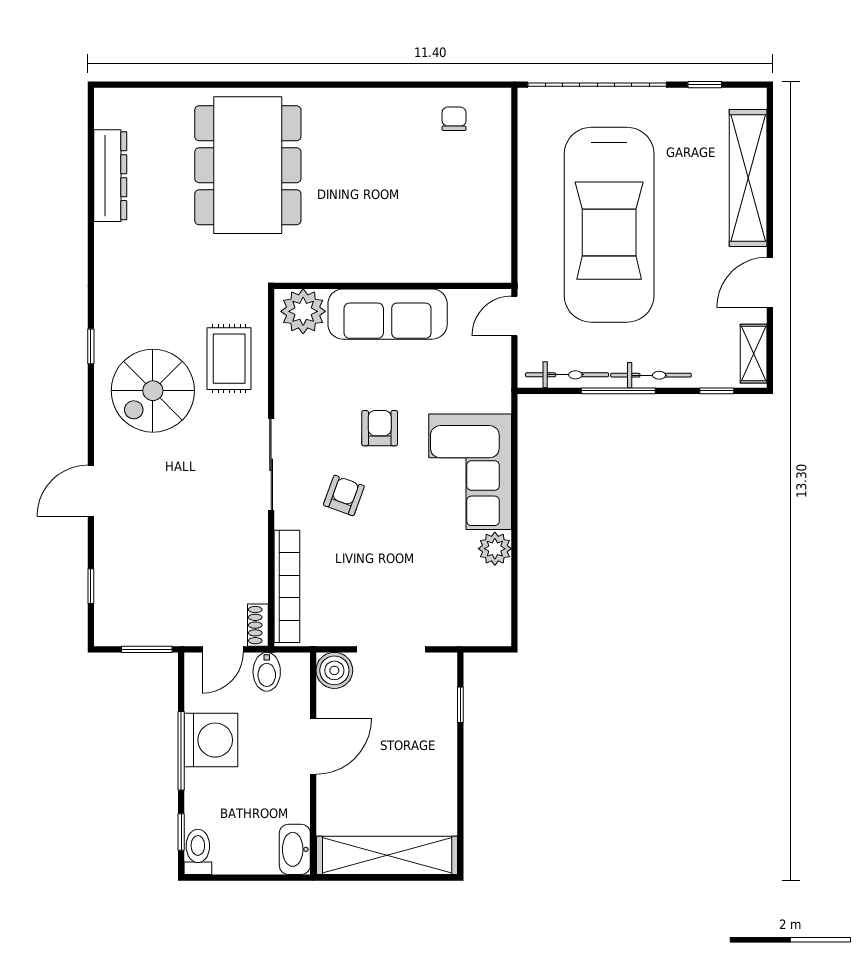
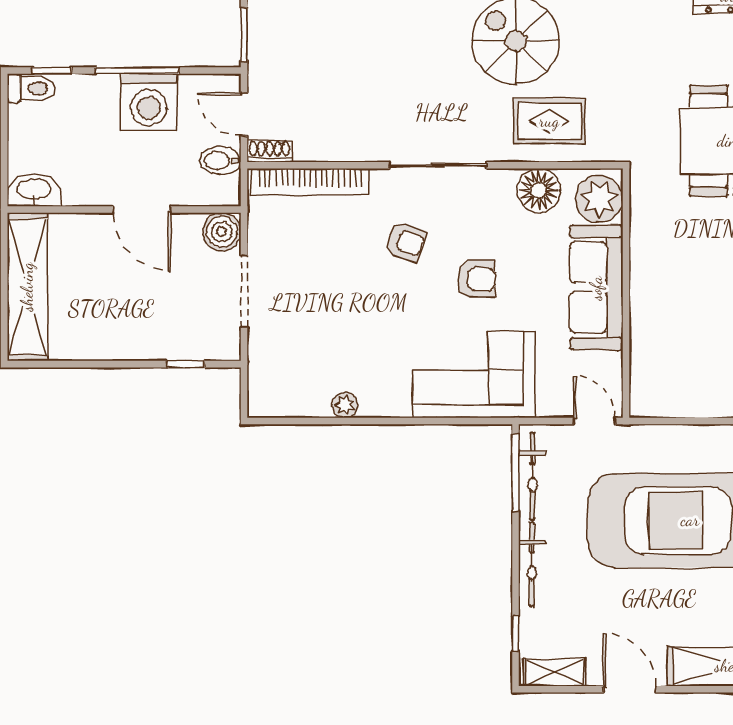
floor lamp: (295, 369) -> (539, 190), added
window: (618, 391) -> (516, 473), moved
corner sofa: (470, 472) -> (474, 374), moved
plant: (495, 549) -> (345, 405), width x0.73, depth x0.73

